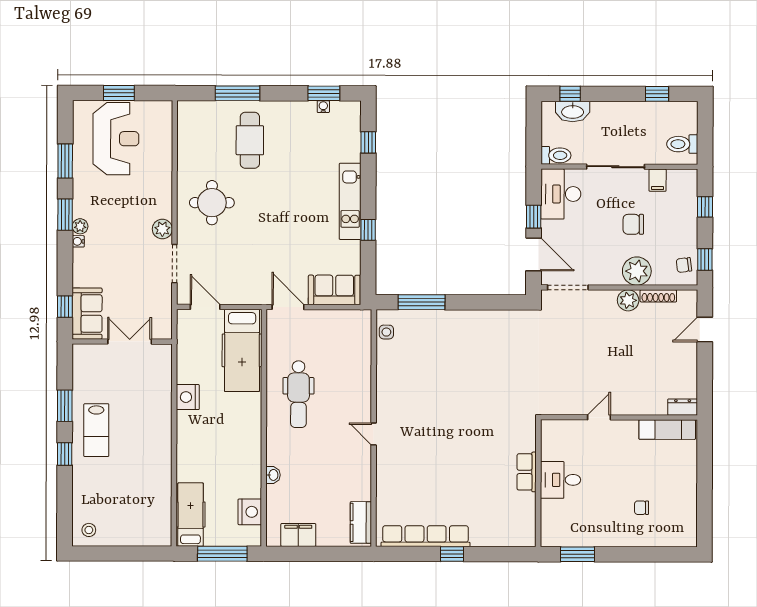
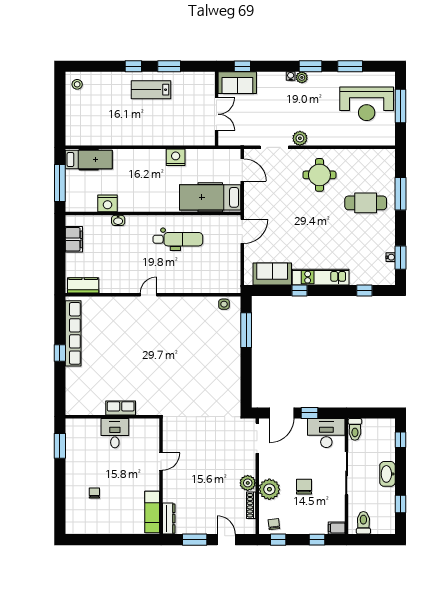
window: (119, 93) -> (400, 106), width x1.44
washbasin: (573, 111) -> (387, 474), moved
filing cabinet: (658, 180) -> (337, 528), moved
sofa: (334, 290) -> (272, 274), moved, turned -90
door: (205, 307) -> (242, 170), hinge flipped
window: (705, 372) -> (195, 540), added
dental chair: (298, 394) -> (178, 239), turned 180
dresser: (683, 407) -> (169, 519), width x1.44
door: (599, 417) -> (161, 462), hinge flipped
nightstand: (250, 512) -> (107, 203), moved

